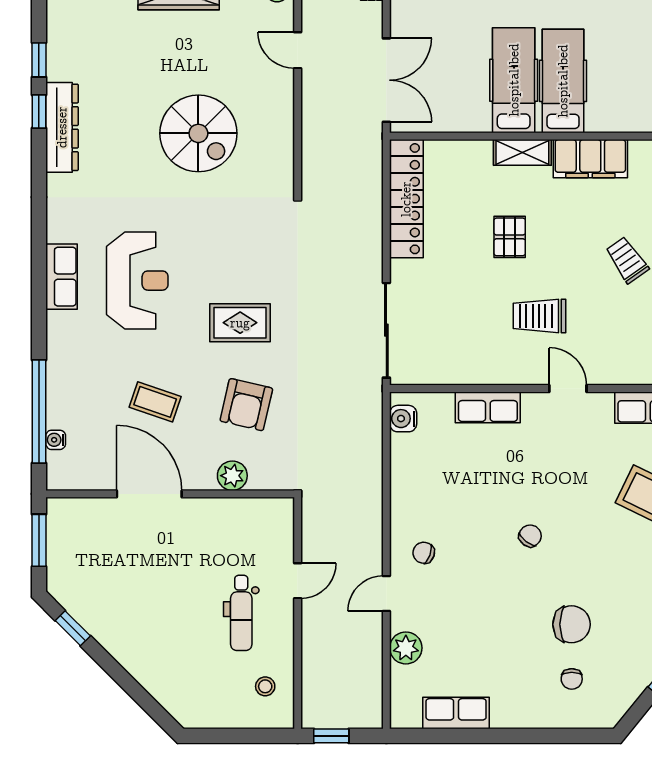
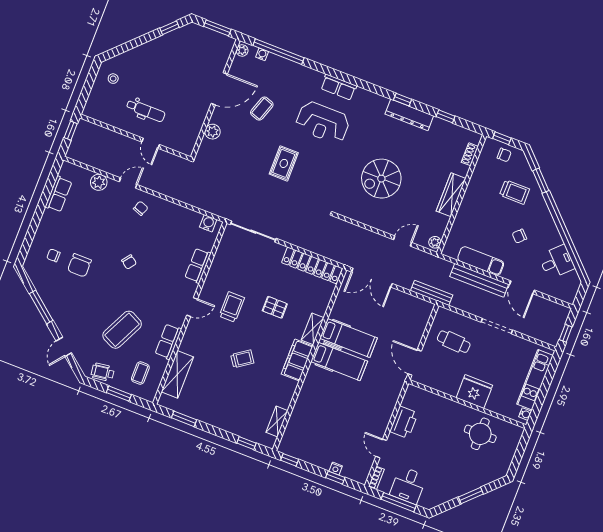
window: (39, 111) -> (403, 100), moved
armchair: (246, 405) -> (244, 151), removed
plant: (63, 479) -> (242, 50), added
door: (386, 594) -> (128, 183), hinge flipped
dental chair: (241, 613) -> (146, 111), turned 180
stool: (265, 686) -> (113, 79), moved

